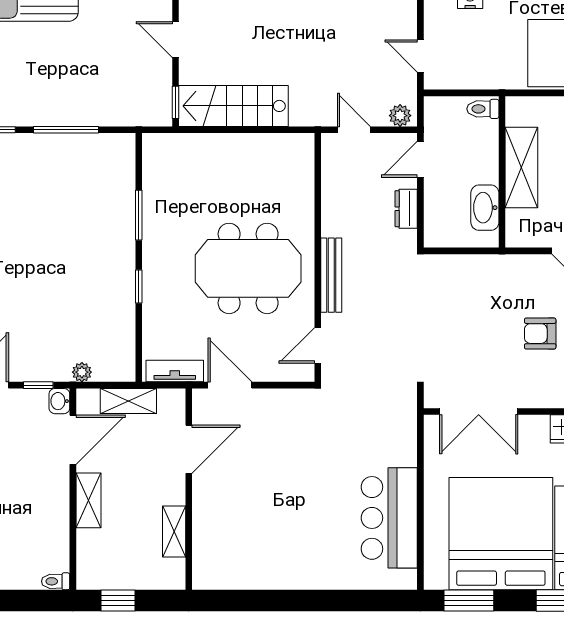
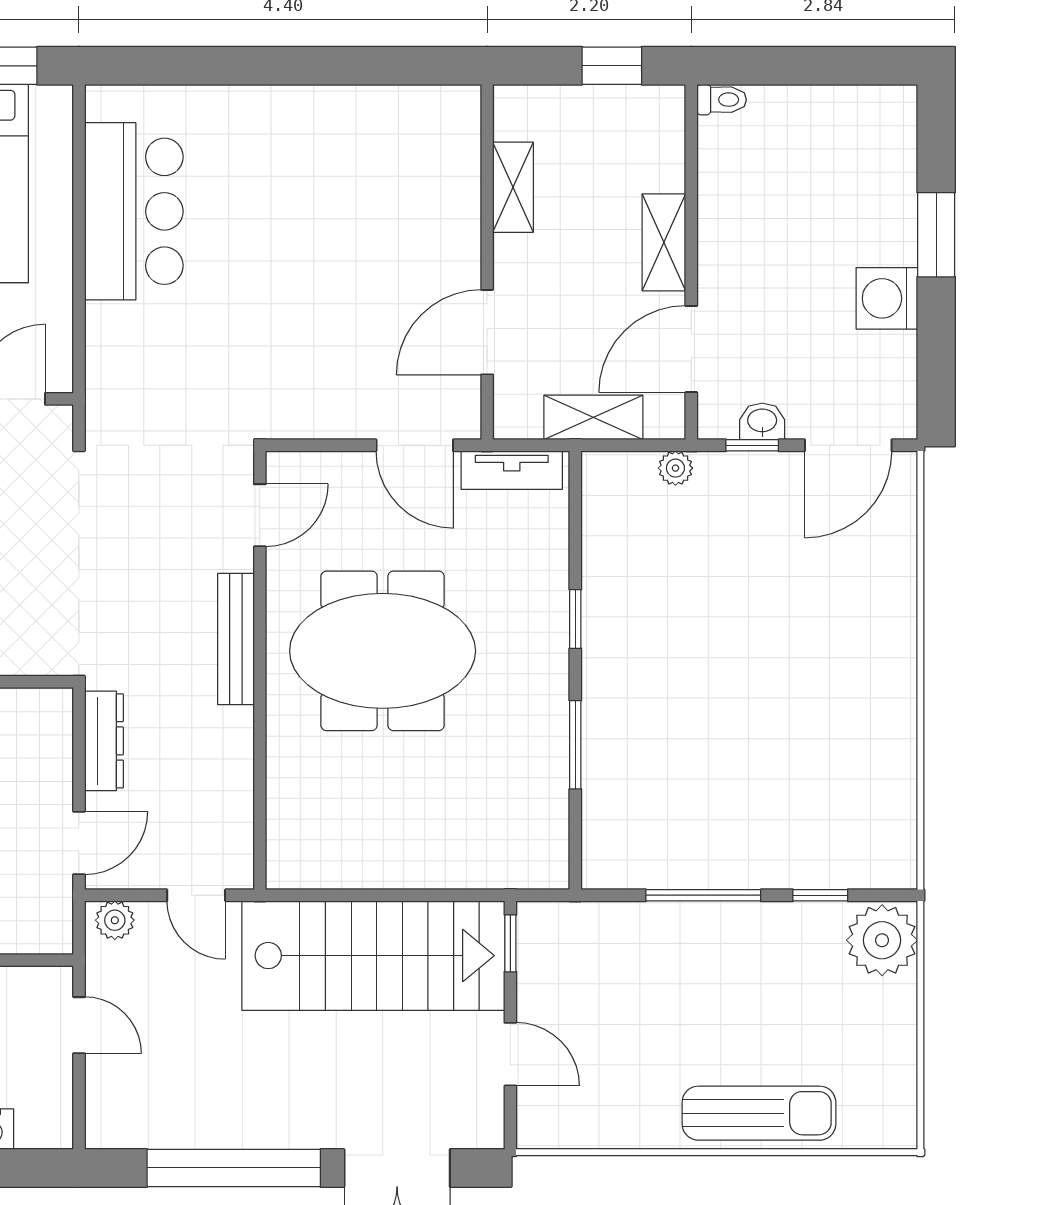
stairs: (233, 106) -> (373, 956), width x1.36, depth x1.51
dresser: (406, 209) -> (104, 741), width x1.44
washbasin: (59, 401) -> (762, 421), moved, turned -90

